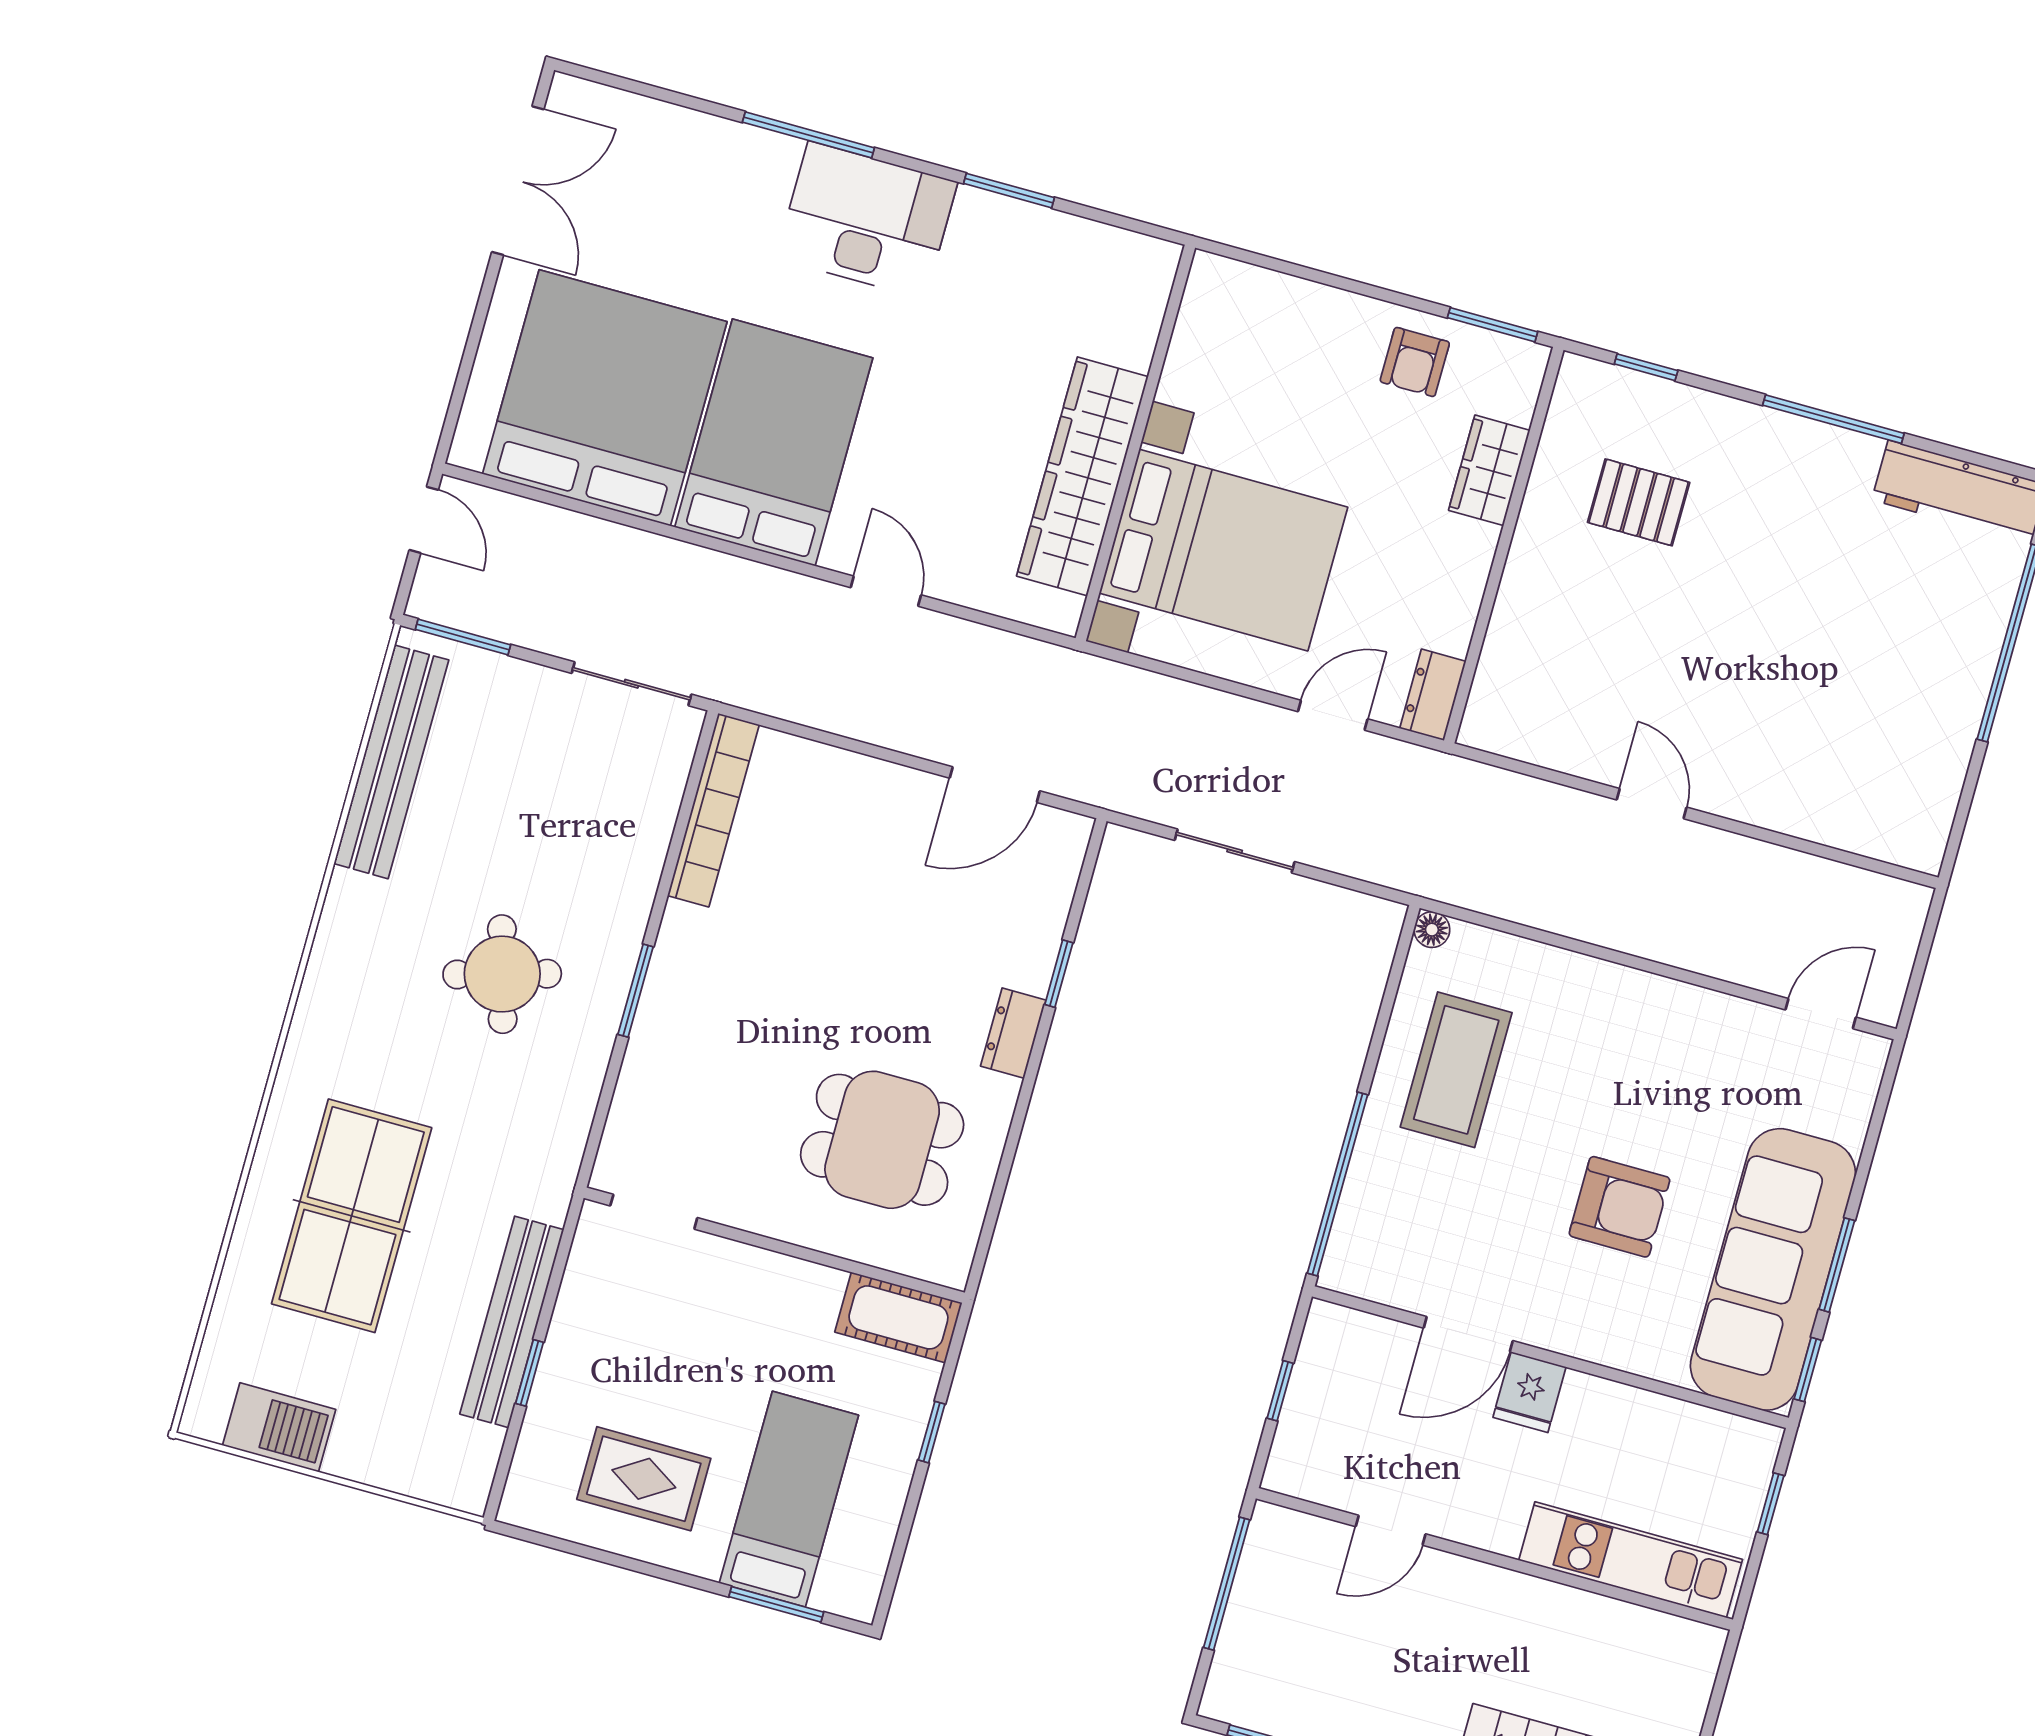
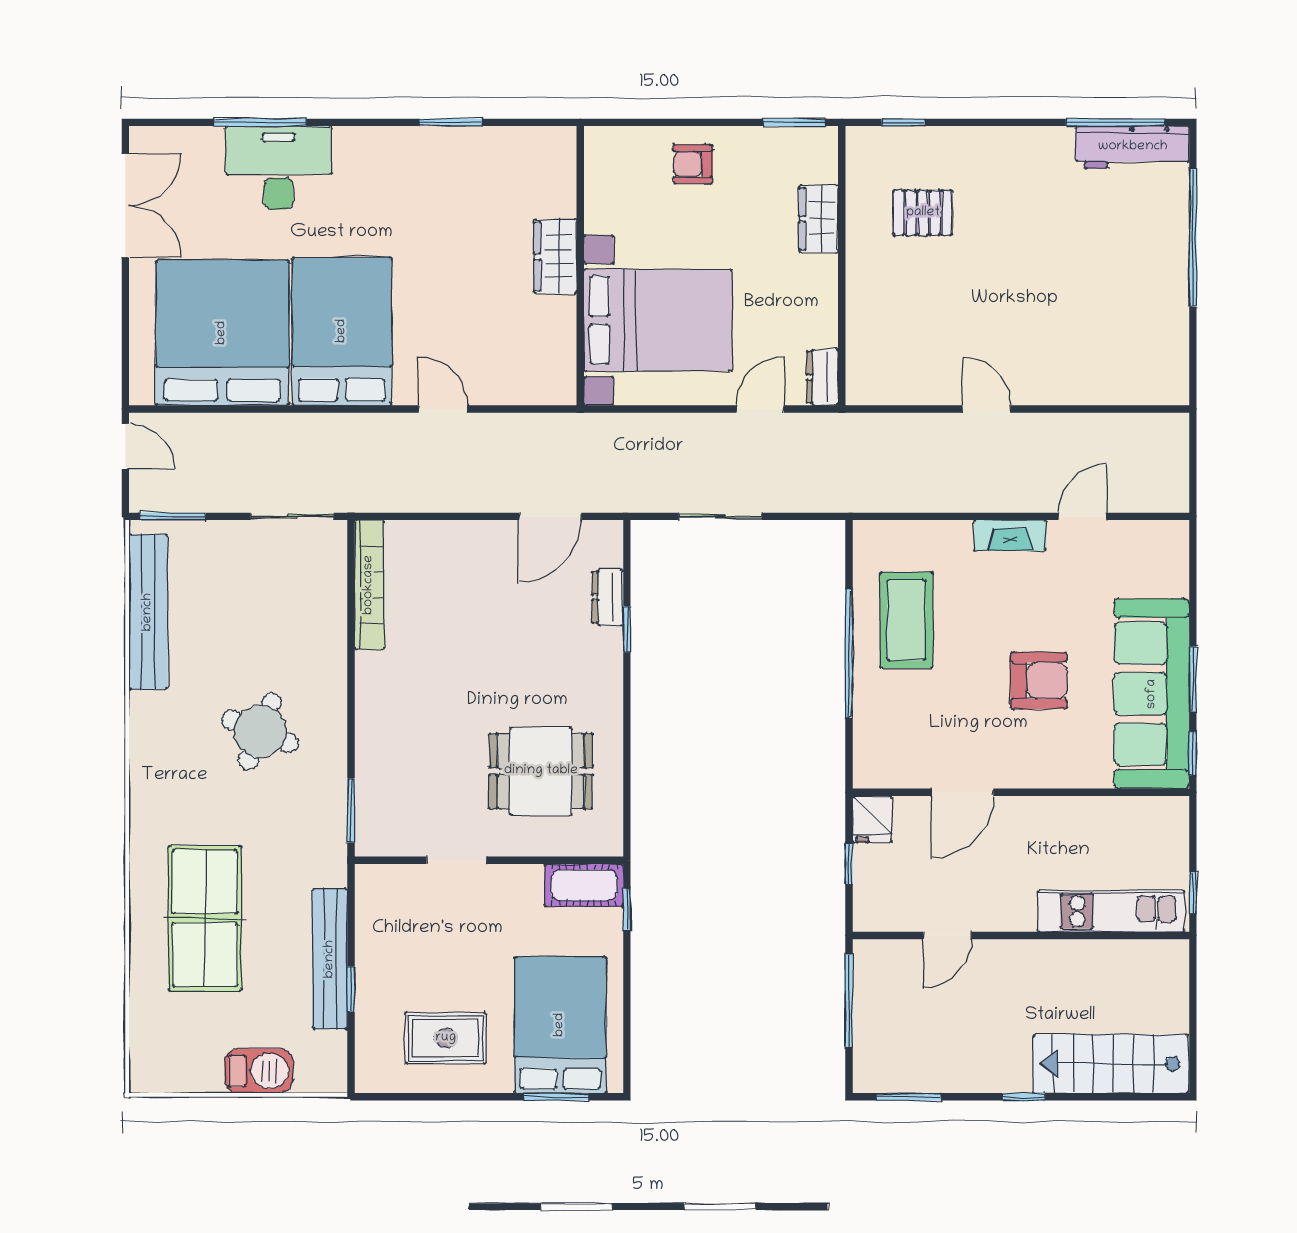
window: (808, 135) -> (260, 122), moved
desk: (867, 220) -> (278, 168), moved
armchair: (1415, 362) -> (693, 164), moved, turned 90
window: (1833, 419) -> (1115, 122), moved
wardrobe: (1082, 476) -> (555, 257), width x0.48, depth x0.85
floor lamp: (1432, 930) -> (865, 532), removed
round table: (502, 974) -> (260, 731), turned 38
window: (636, 991) -> (351, 810), moved
fireplace: (1636, 991) -> (1010, 535), added
door: (1821, 1014) -> (1083, 516), moved
dresser: (1013, 1033) -> (608, 597), moved
window: (1337, 1184) -> (849, 654), moved
doorway: (654, 1212) -> (456, 860), moved
fridge: (1529, 1392) -> (872, 819), moved
barbecue: (279, 1427) -> (259, 1071), moved
window: (932, 1432) -> (627, 909), moved
bed: (789, 1499) -> (560, 1025), width x1.50
window: (1771, 1504) -> (1193, 893), moved

